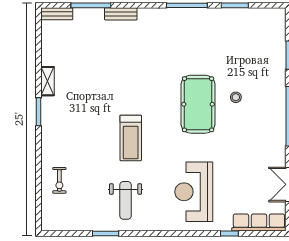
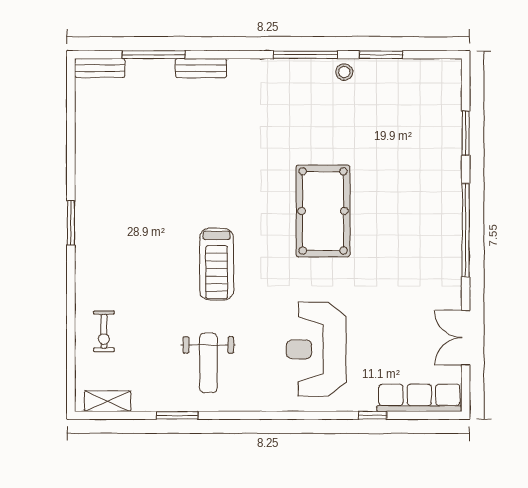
shelving: (47, 81) -> (108, 401), moved, turned 90
stool: (236, 97) -> (344, 72), moved

